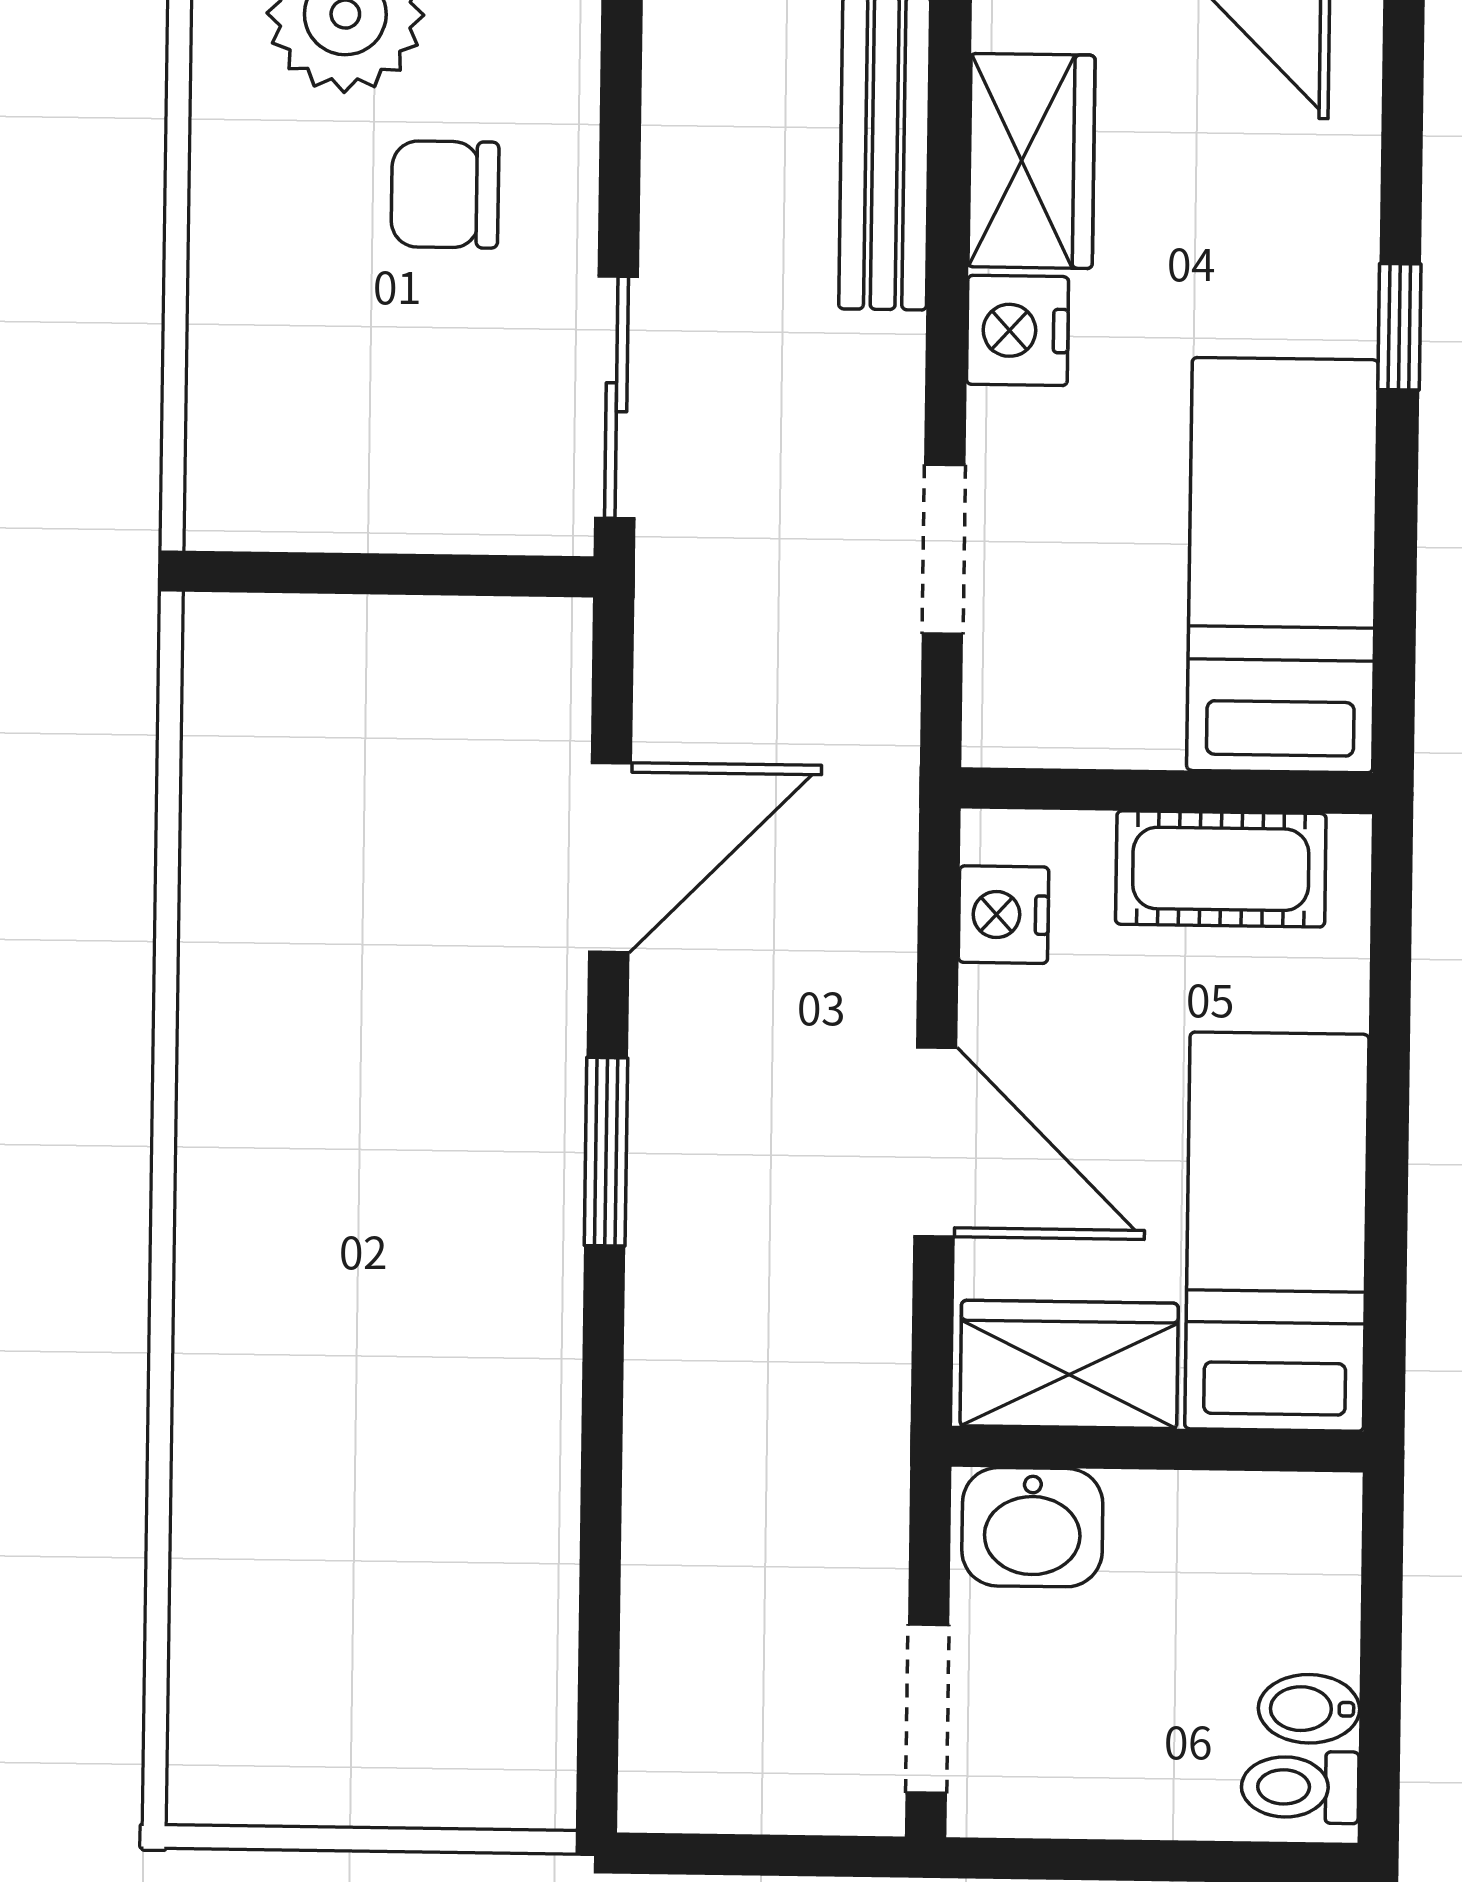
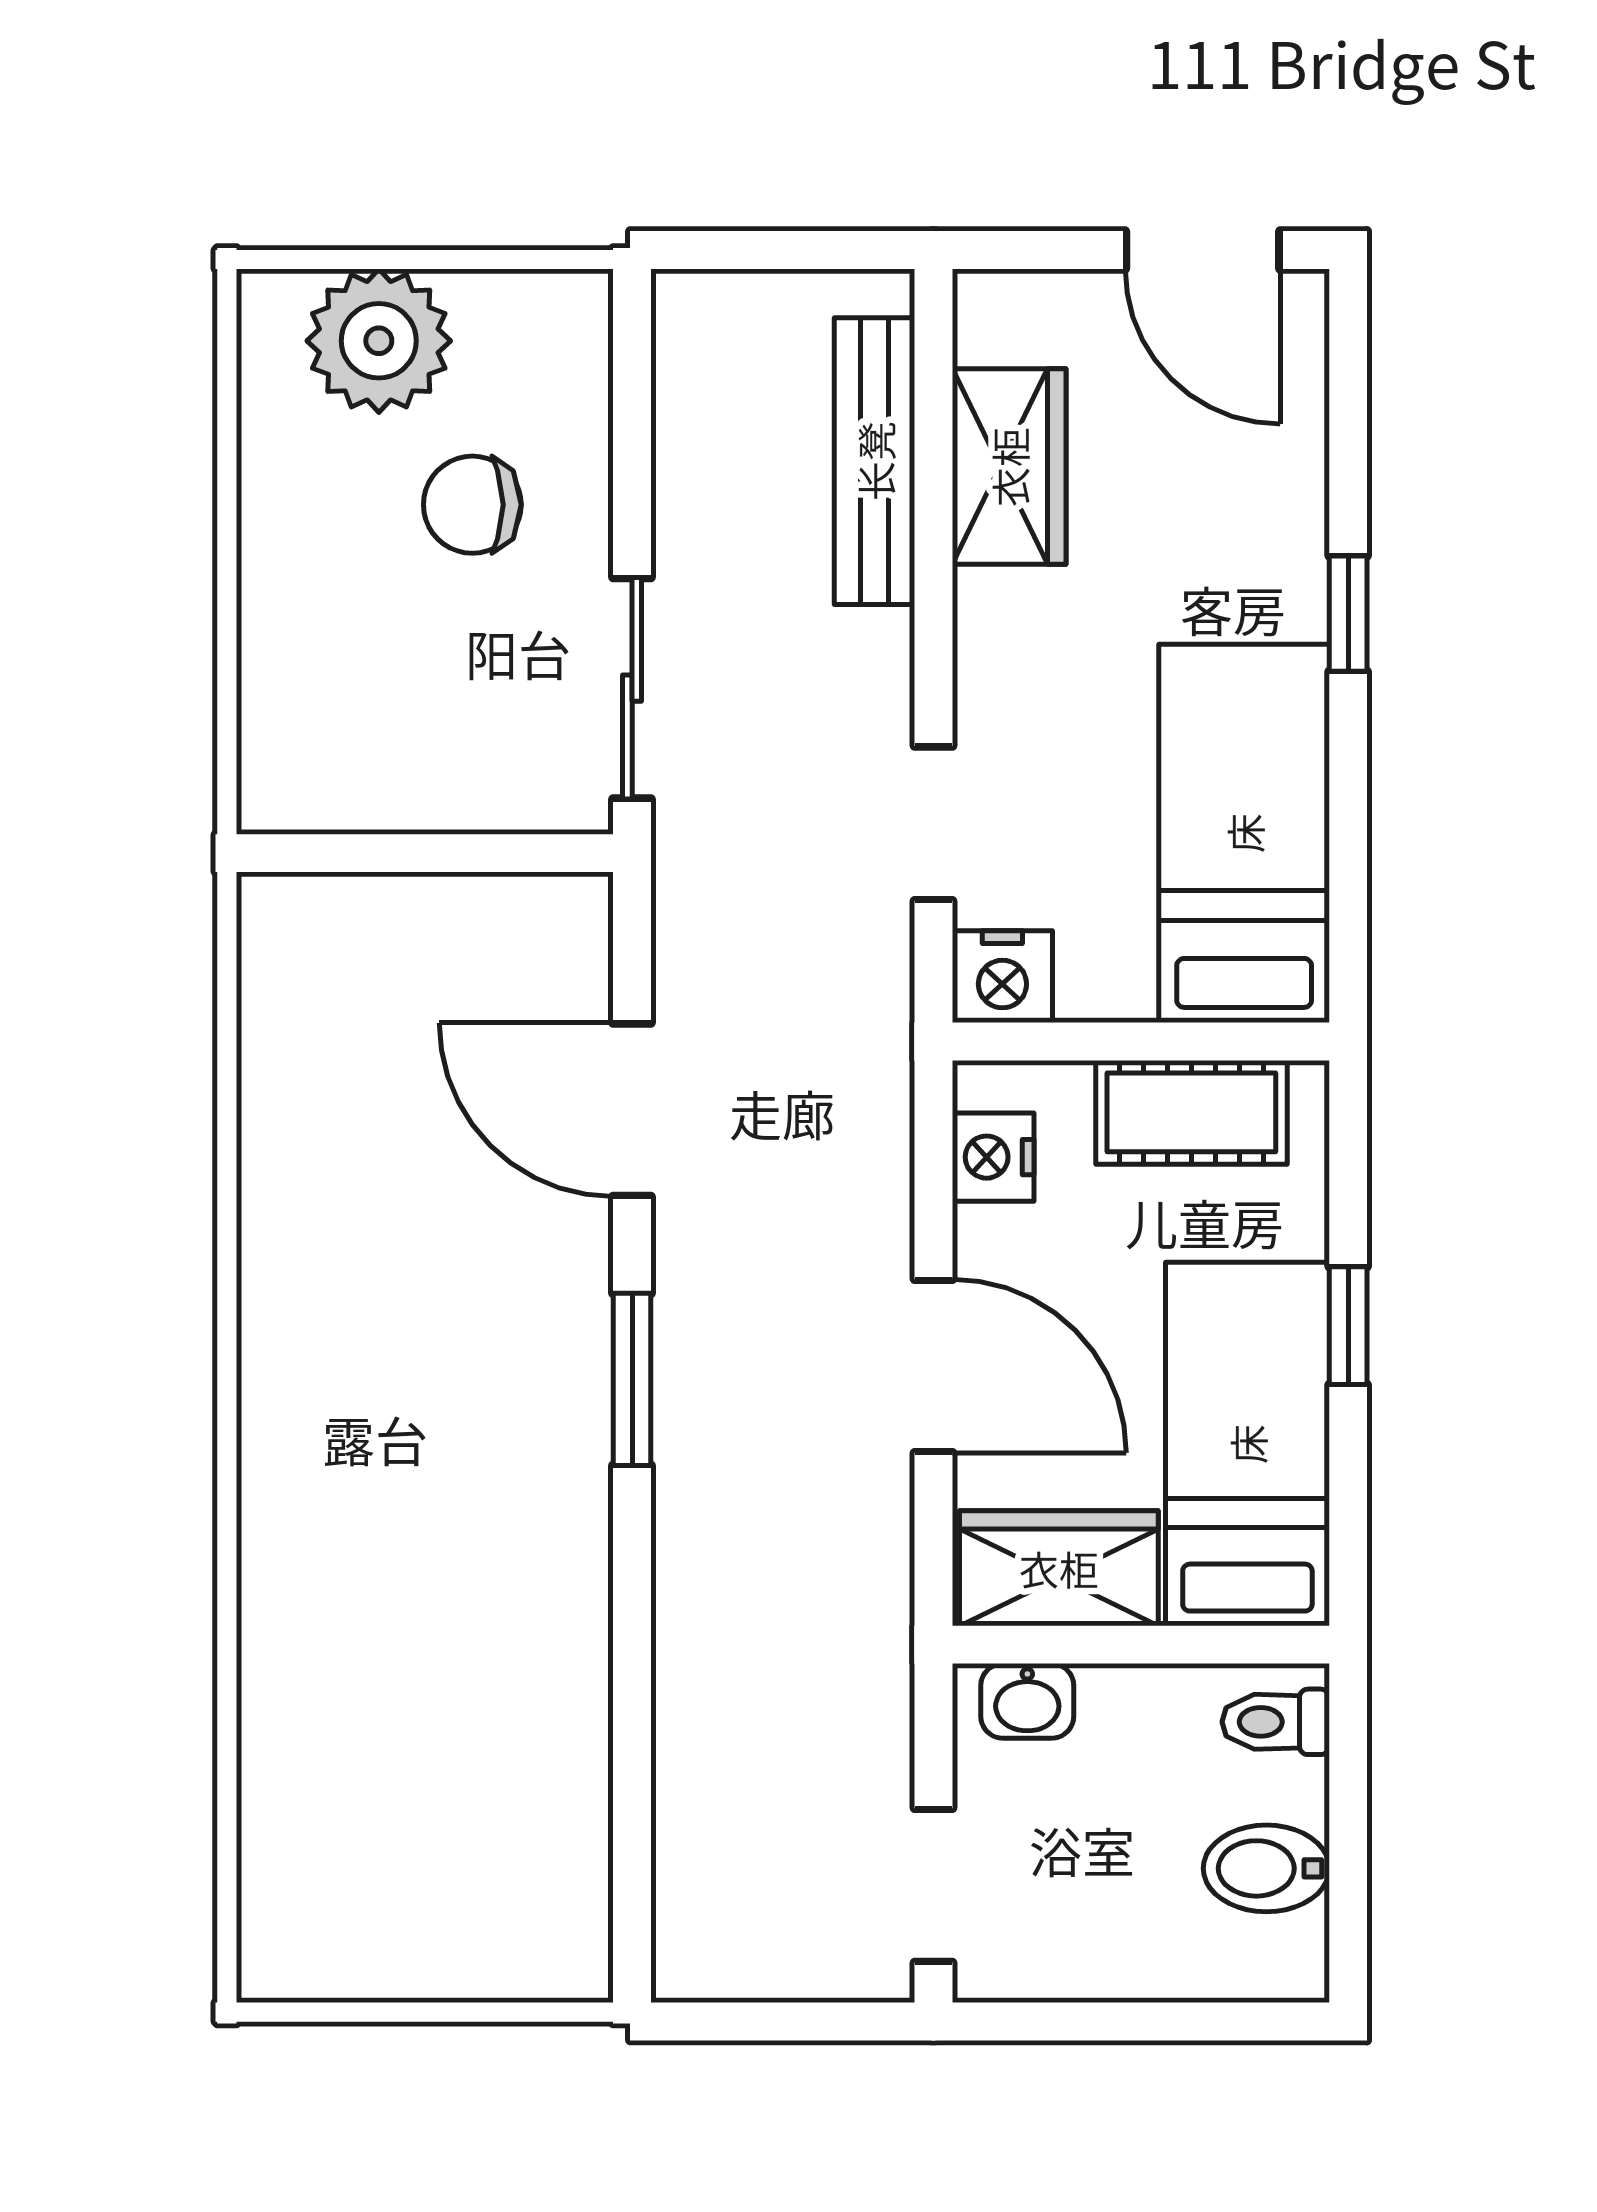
nightstand: (1018, 330) -> (1002, 977), moved, turned -90
door: (610, 857) -> (632, 1110), swing flipped
window: (1389, 1104) -> (1348, 1326), added
washbasin: (1032, 1527) -> (1027, 1701), width x0.72, depth x0.69
bidet: (1309, 1709) -> (1266, 1868), width x1.38, depth x1.36
toilet: (1300, 1787) -> (1276, 1722), moved

